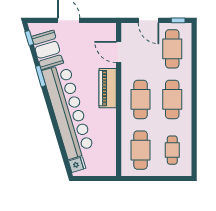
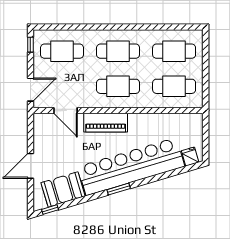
door: (148, 20) -> (30, 90), moved
door: (119, 52) -> (65, 111), hinge flipped
window: (41, 76) -> (119, 189), moved
cafe table: (172, 150) -> (174, 51), width x1.37, depth x1.35

